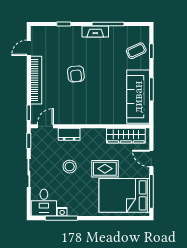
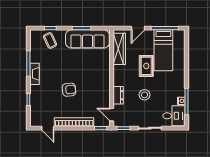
bed: (124, 195) -> (163, 50), width x0.67

